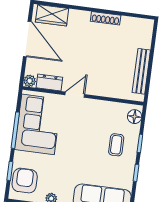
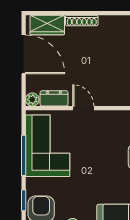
shoe rack: (106, 18) -> (82, 21), moved
door: (75, 95) -> (83, 108), hinge flipped

